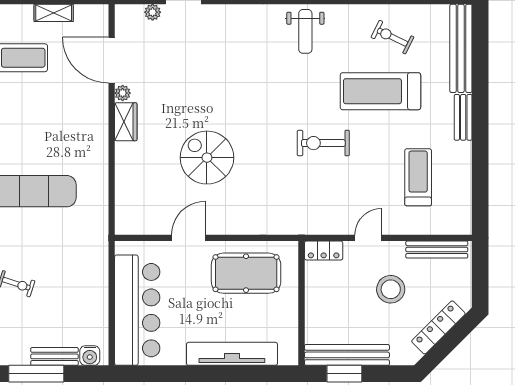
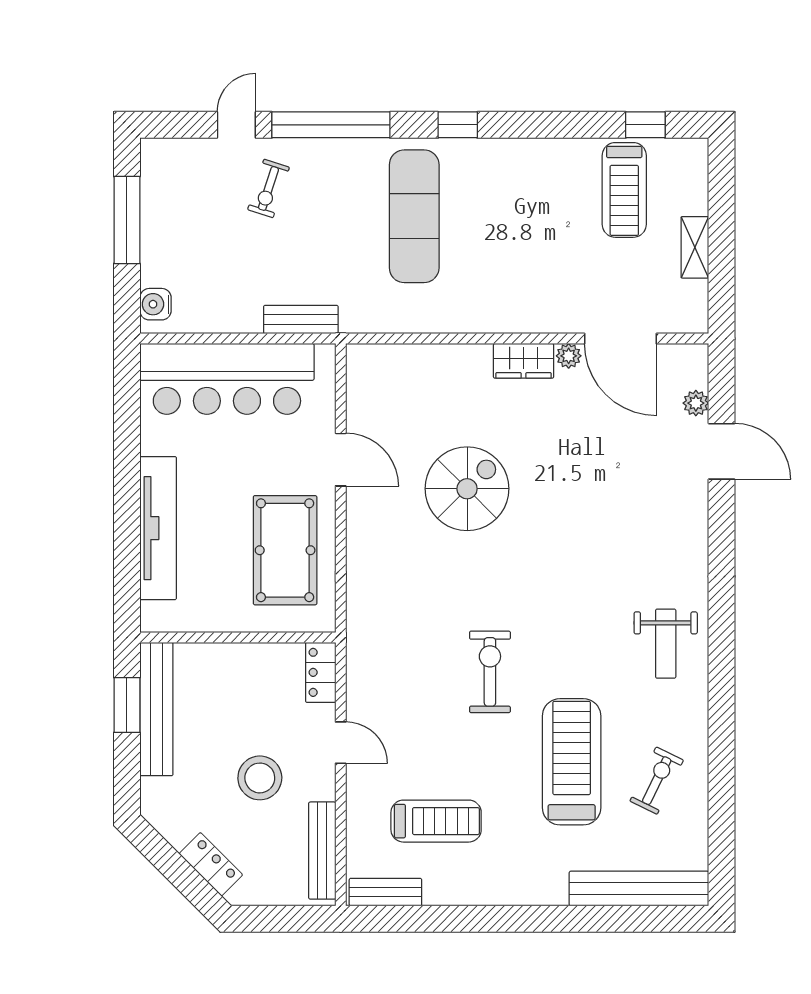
weight bench: (305, 31) -> (666, 644), turned -90
door: (112, 60) -> (620, 339), swing flipped
bench: (463, 117) -> (385, 892), moved
locker: (438, 327) -> (211, 864), width x0.66
bench: (54, 356) -> (301, 320), moved, turned 90

